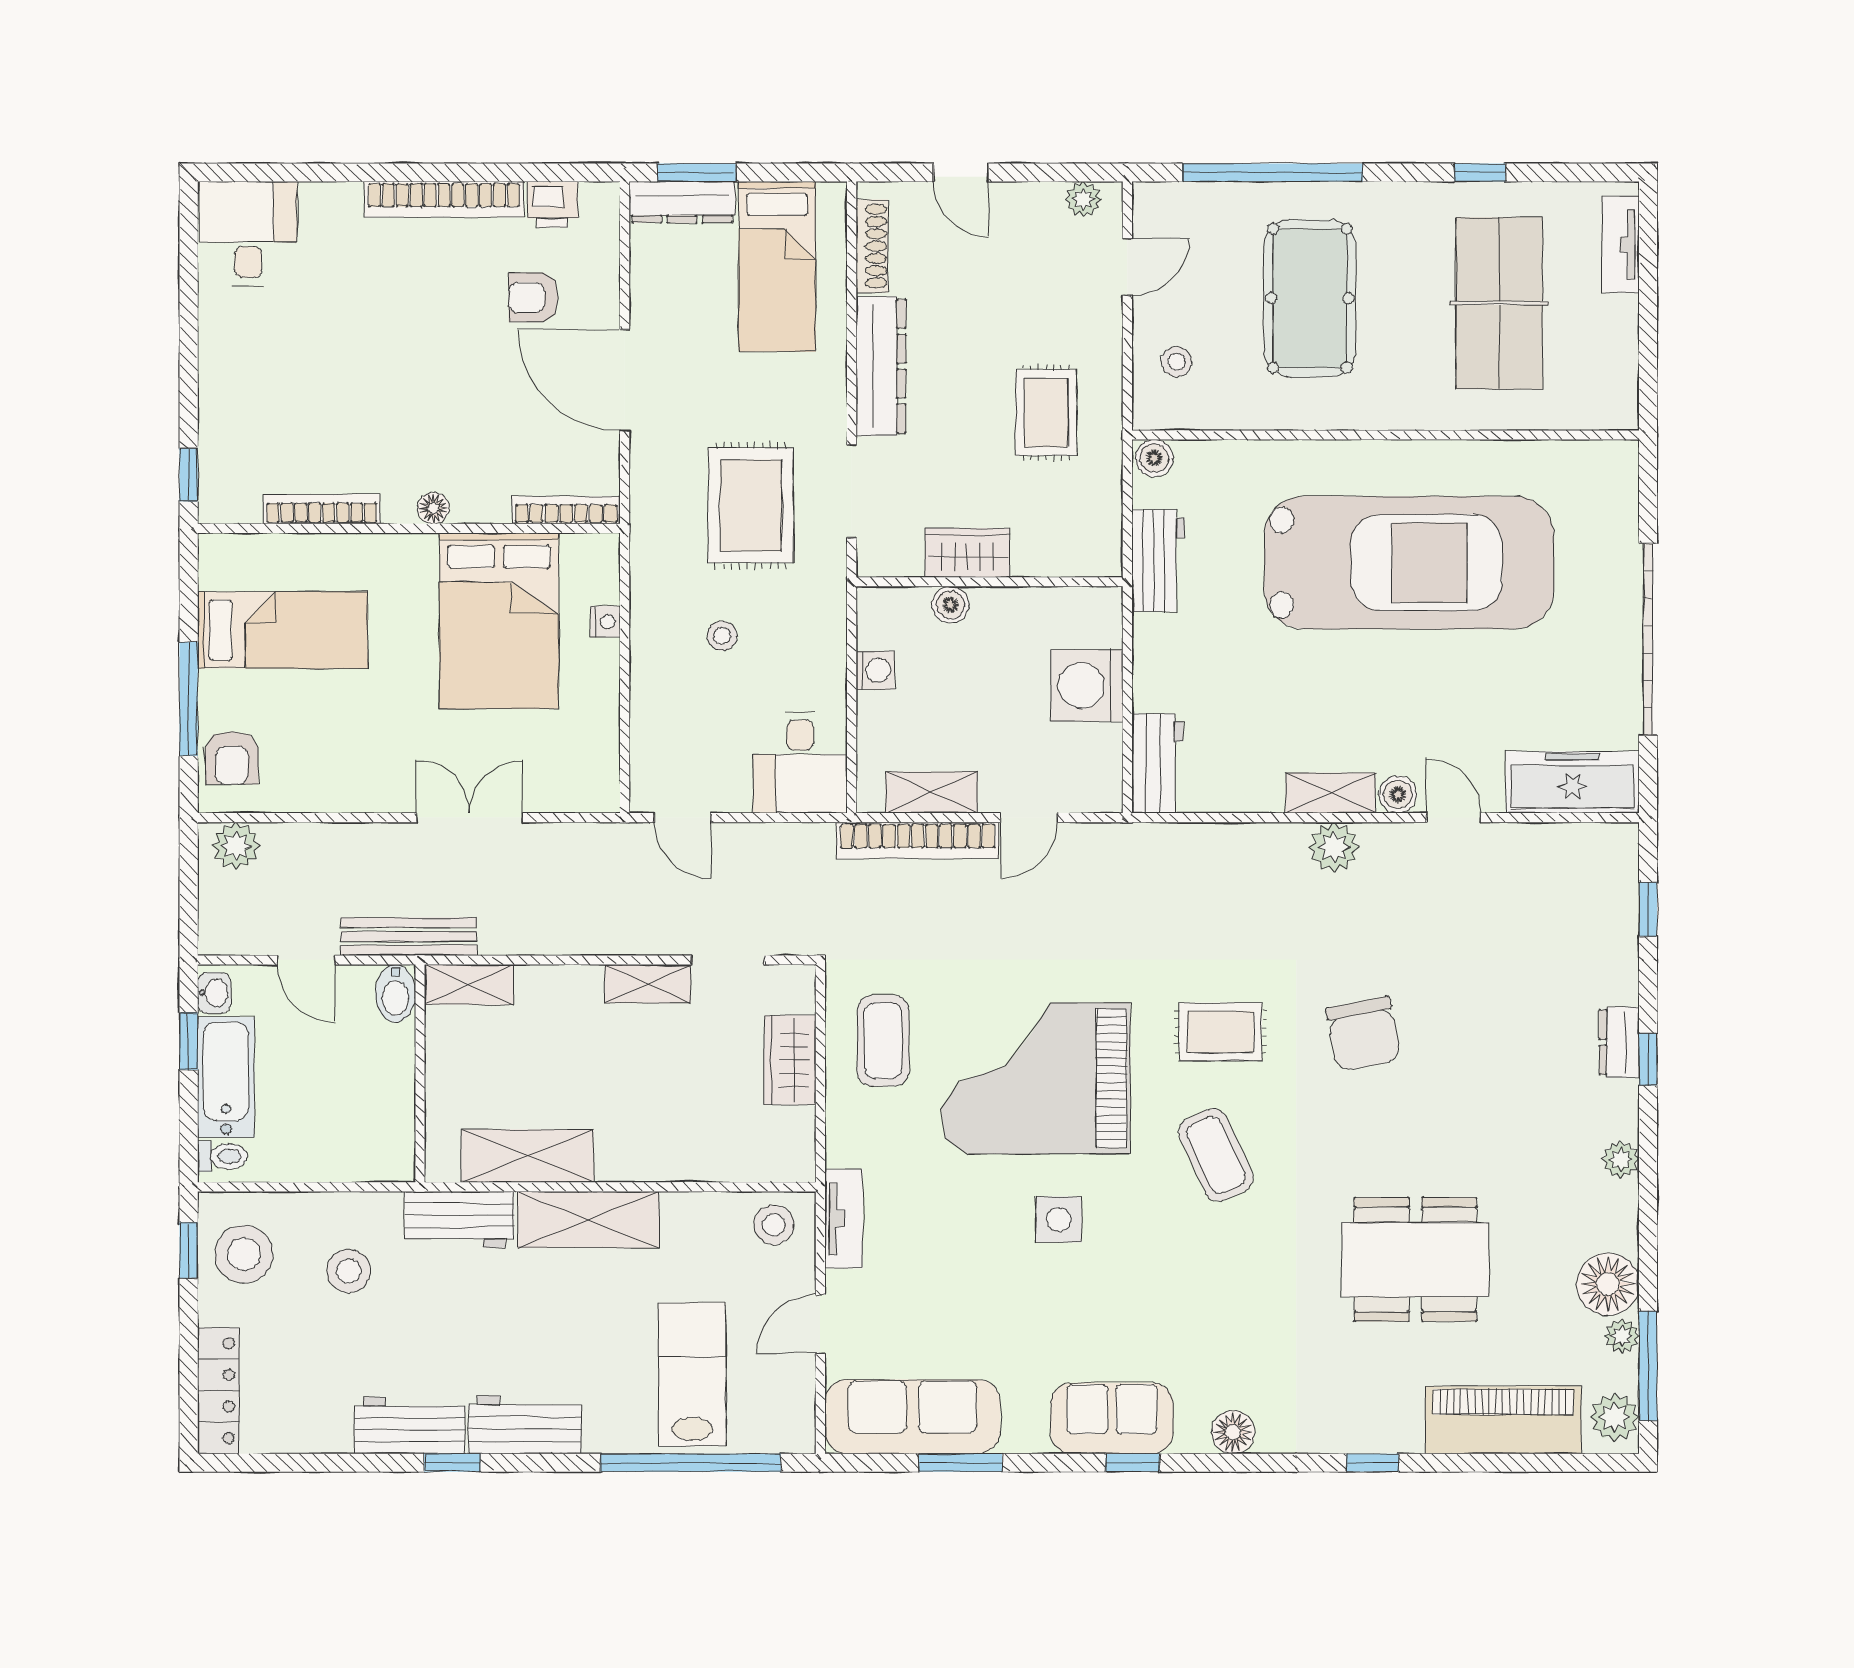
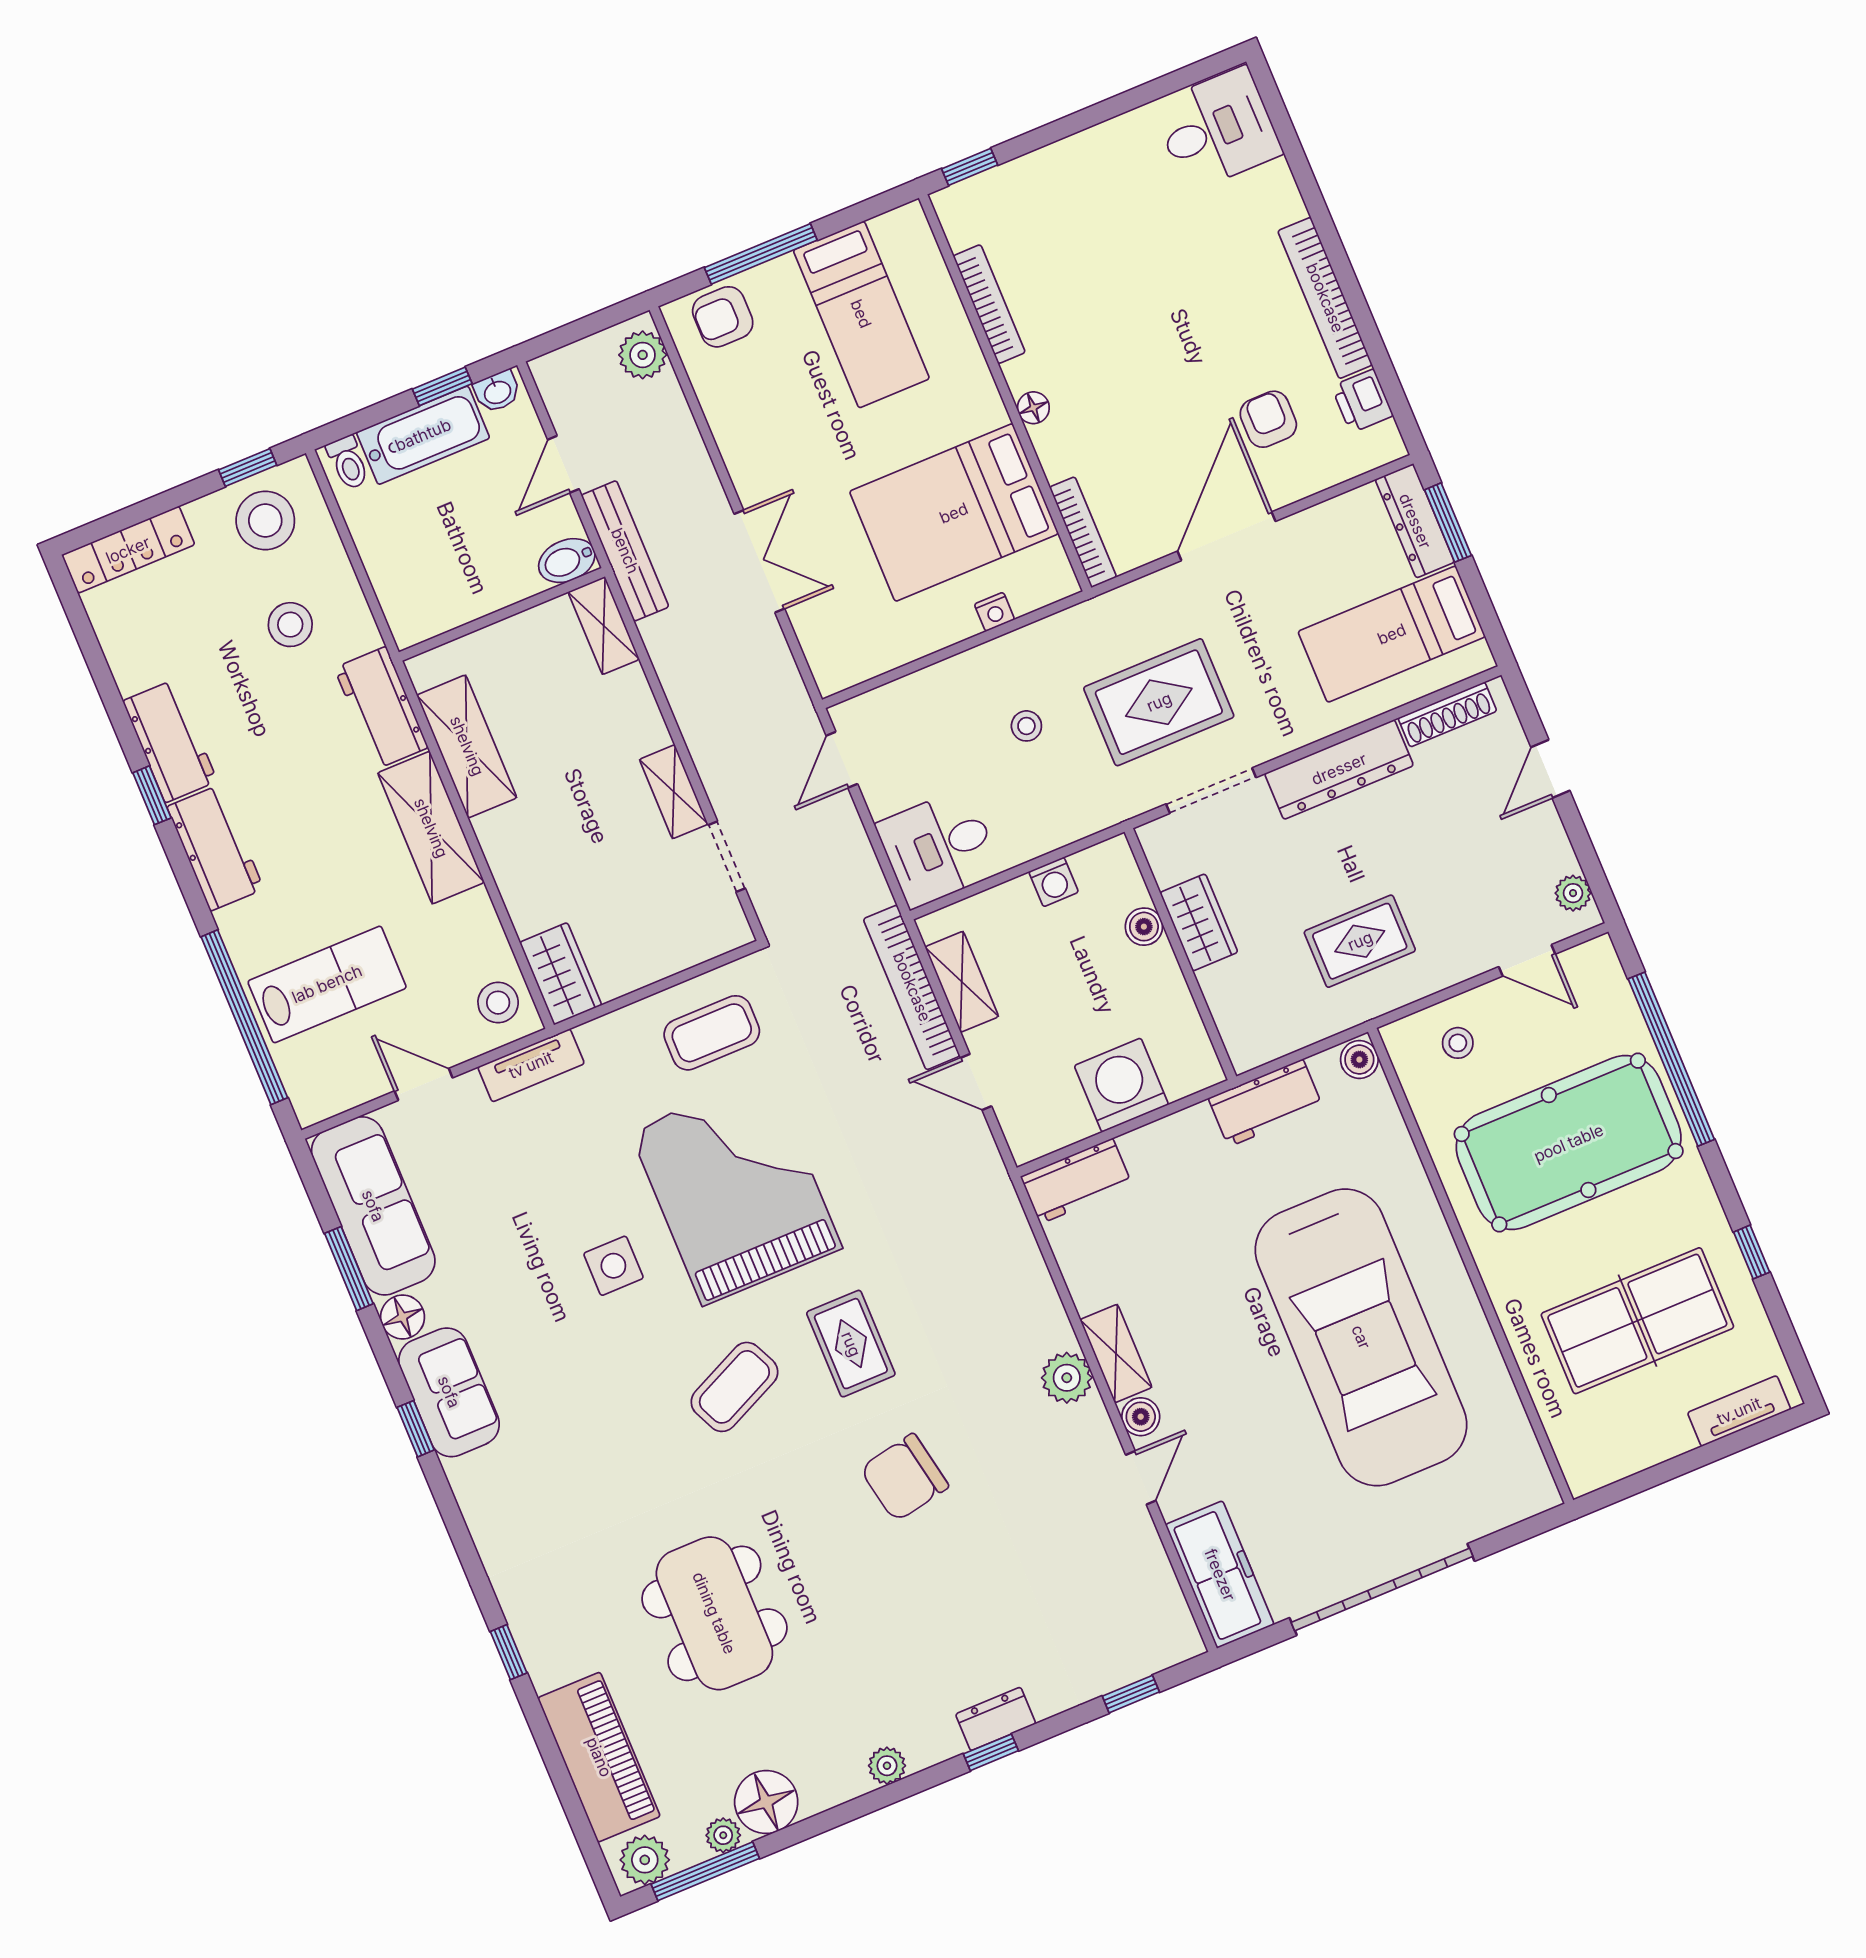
pool table: (1310, 298) -> (1569, 1143), width x1.36, depth x1.32
wardrobe: (790, 1060) -> (561, 974), moved, turned 90
floor lamp: (1233, 1432) -> (403, 1317), moved

